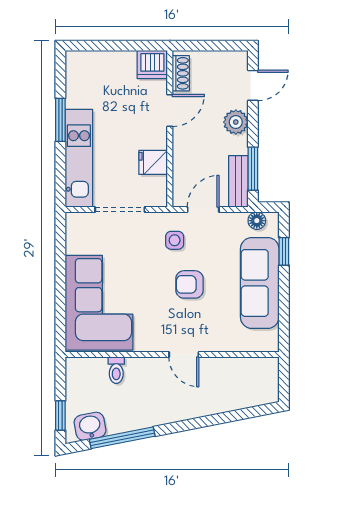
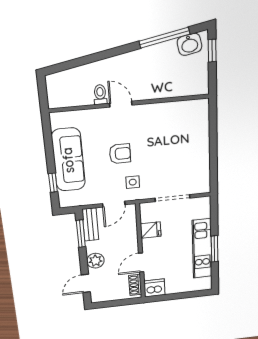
kitchen unit: (79, 158) -> (202, 249), moved
floor lamp: (257, 221) -> (75, 201), removed
corner sofa: (99, 303) -> (185, 135), removed
toilet: (116, 370) -> (100, 95), moved

